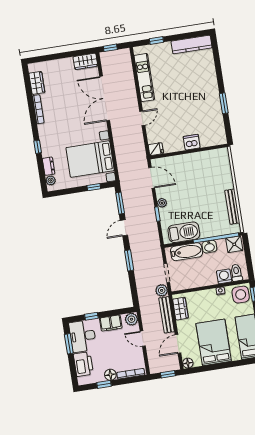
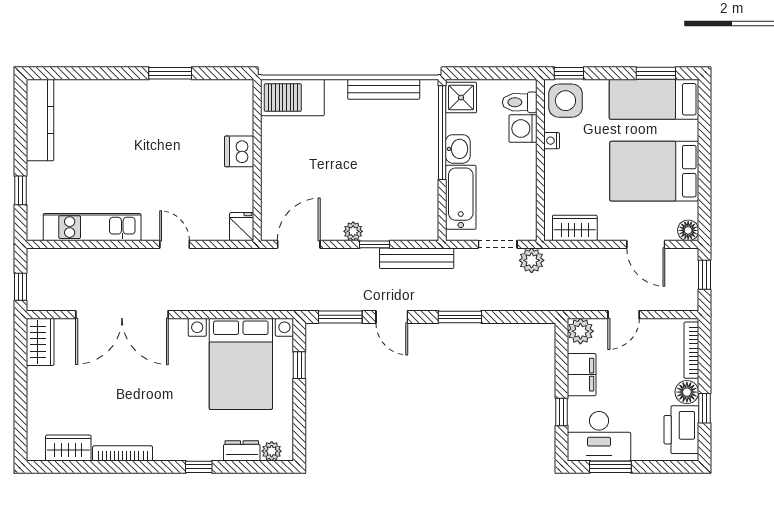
barbecue: (184, 232) -> (292, 98), moved, turned -90
bench: (167, 315) -> (417, 258), moved
printer: (83, 364) -> (681, 430), moved, turned -90

